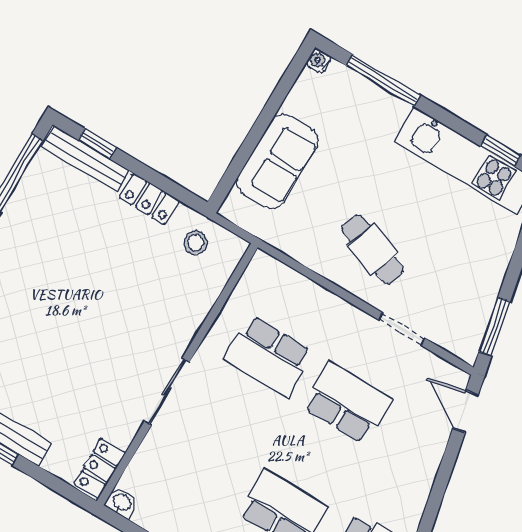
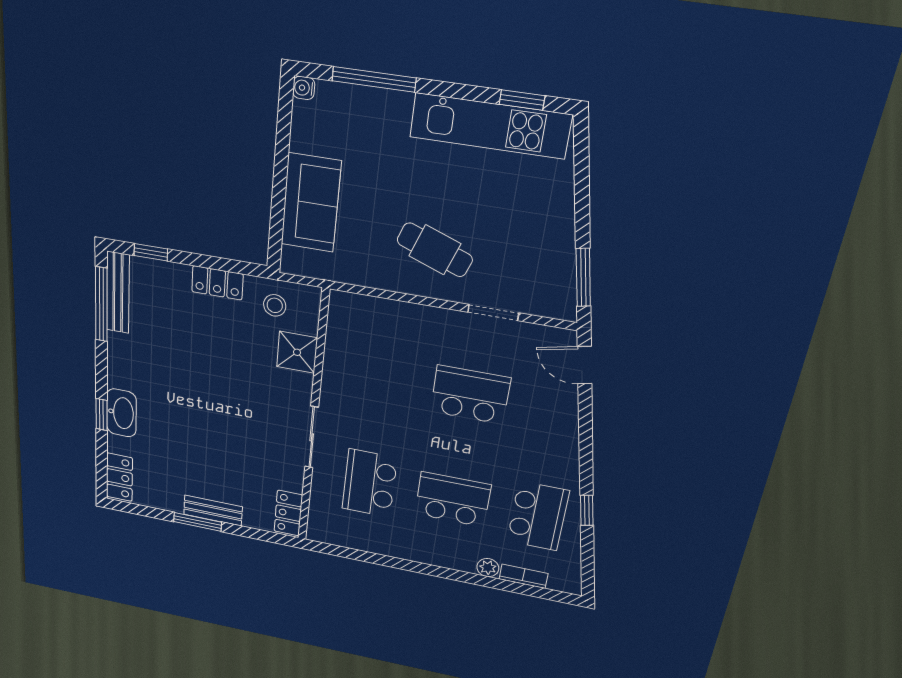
bench: (86, 159) -> (118, 293), moved, turned 90
shower: (195, 297) -> (297, 352), added
school desk: (268, 356) -> (370, 483), moved, turned 90
washbasin: (122, 503) -> (318, 533), removed

